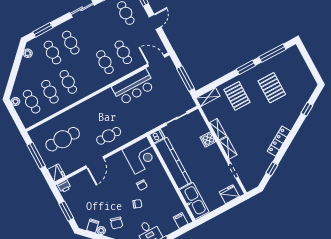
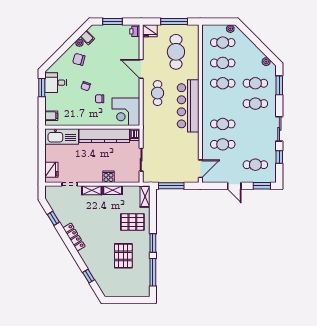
bar counter: (134, 87) -> (188, 106), moved, width x1.36
pallet: (272, 88) -> (123, 256), turned 90

